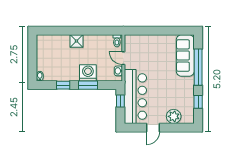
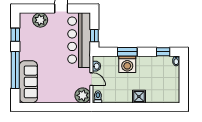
plant: (132, 42) -> (83, 95), added
window: (63, 85) -> (163, 52), moved

